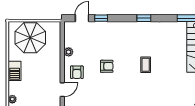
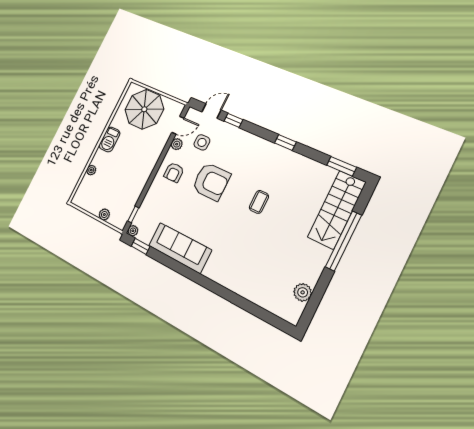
side table: (86, 43) -> (202, 142), added
armchair: (107, 66) -> (211, 181), width x1.88, depth x1.88
door: (62, 90) -> (178, 125), moved

